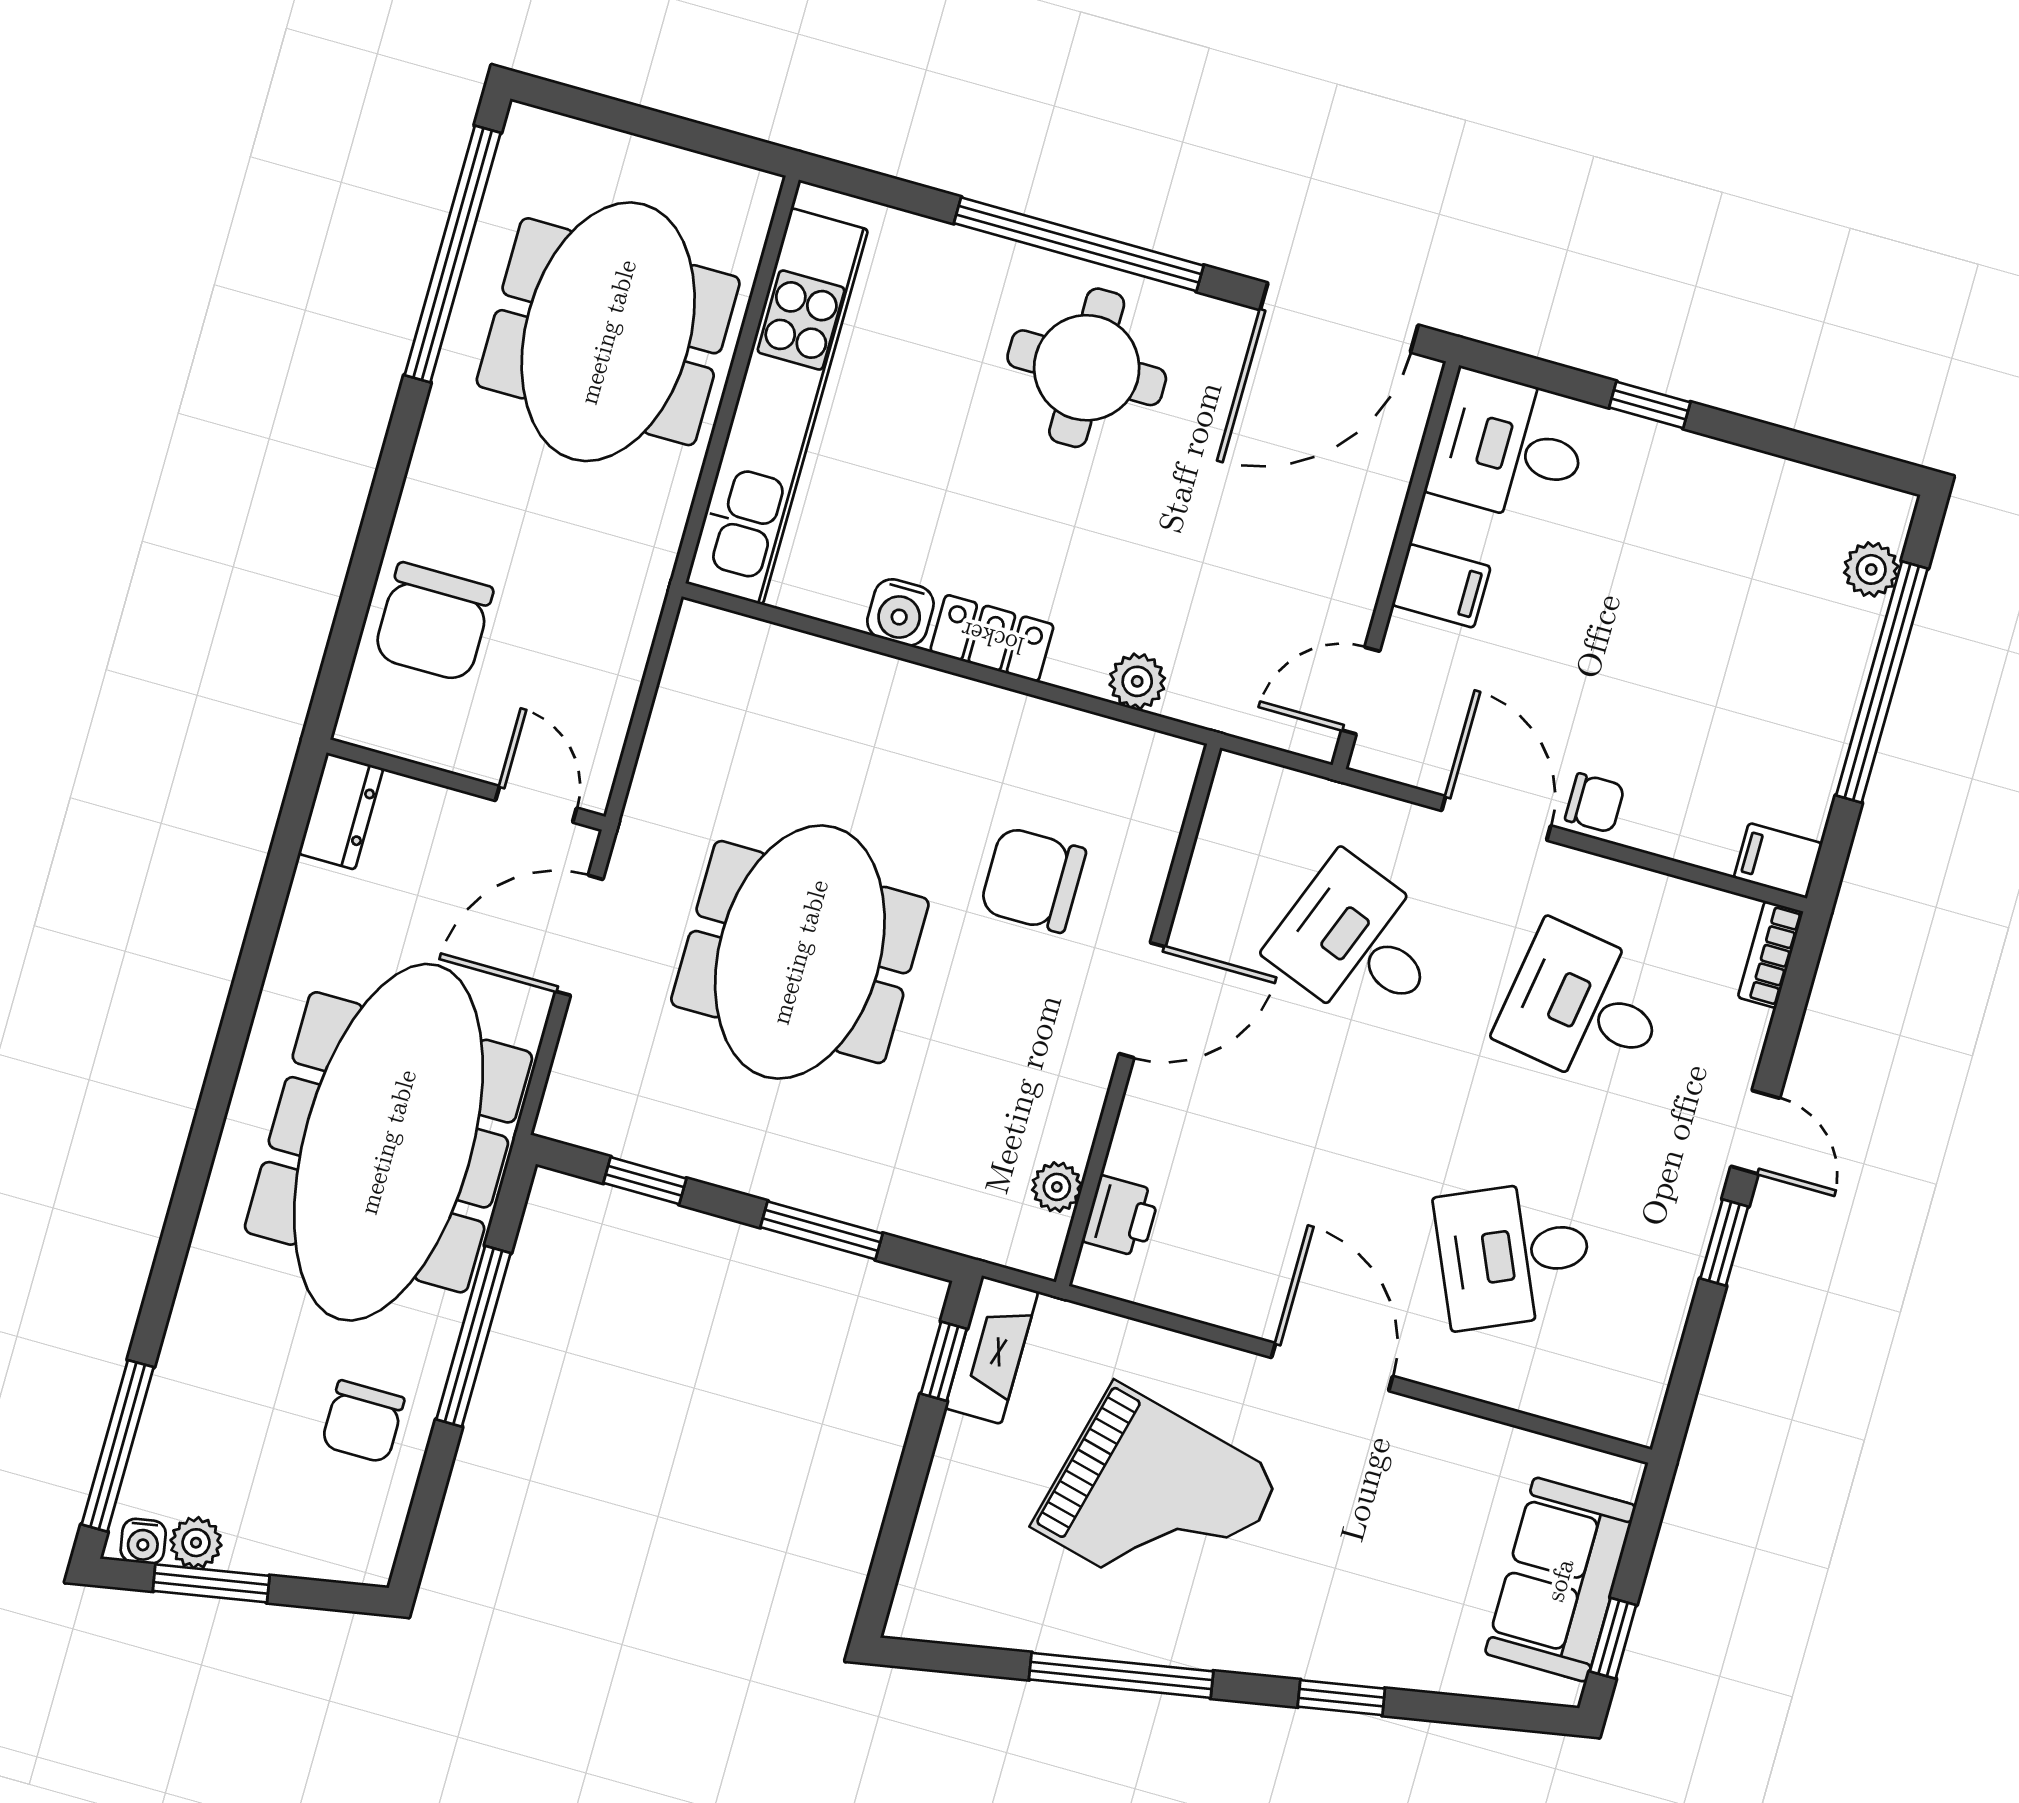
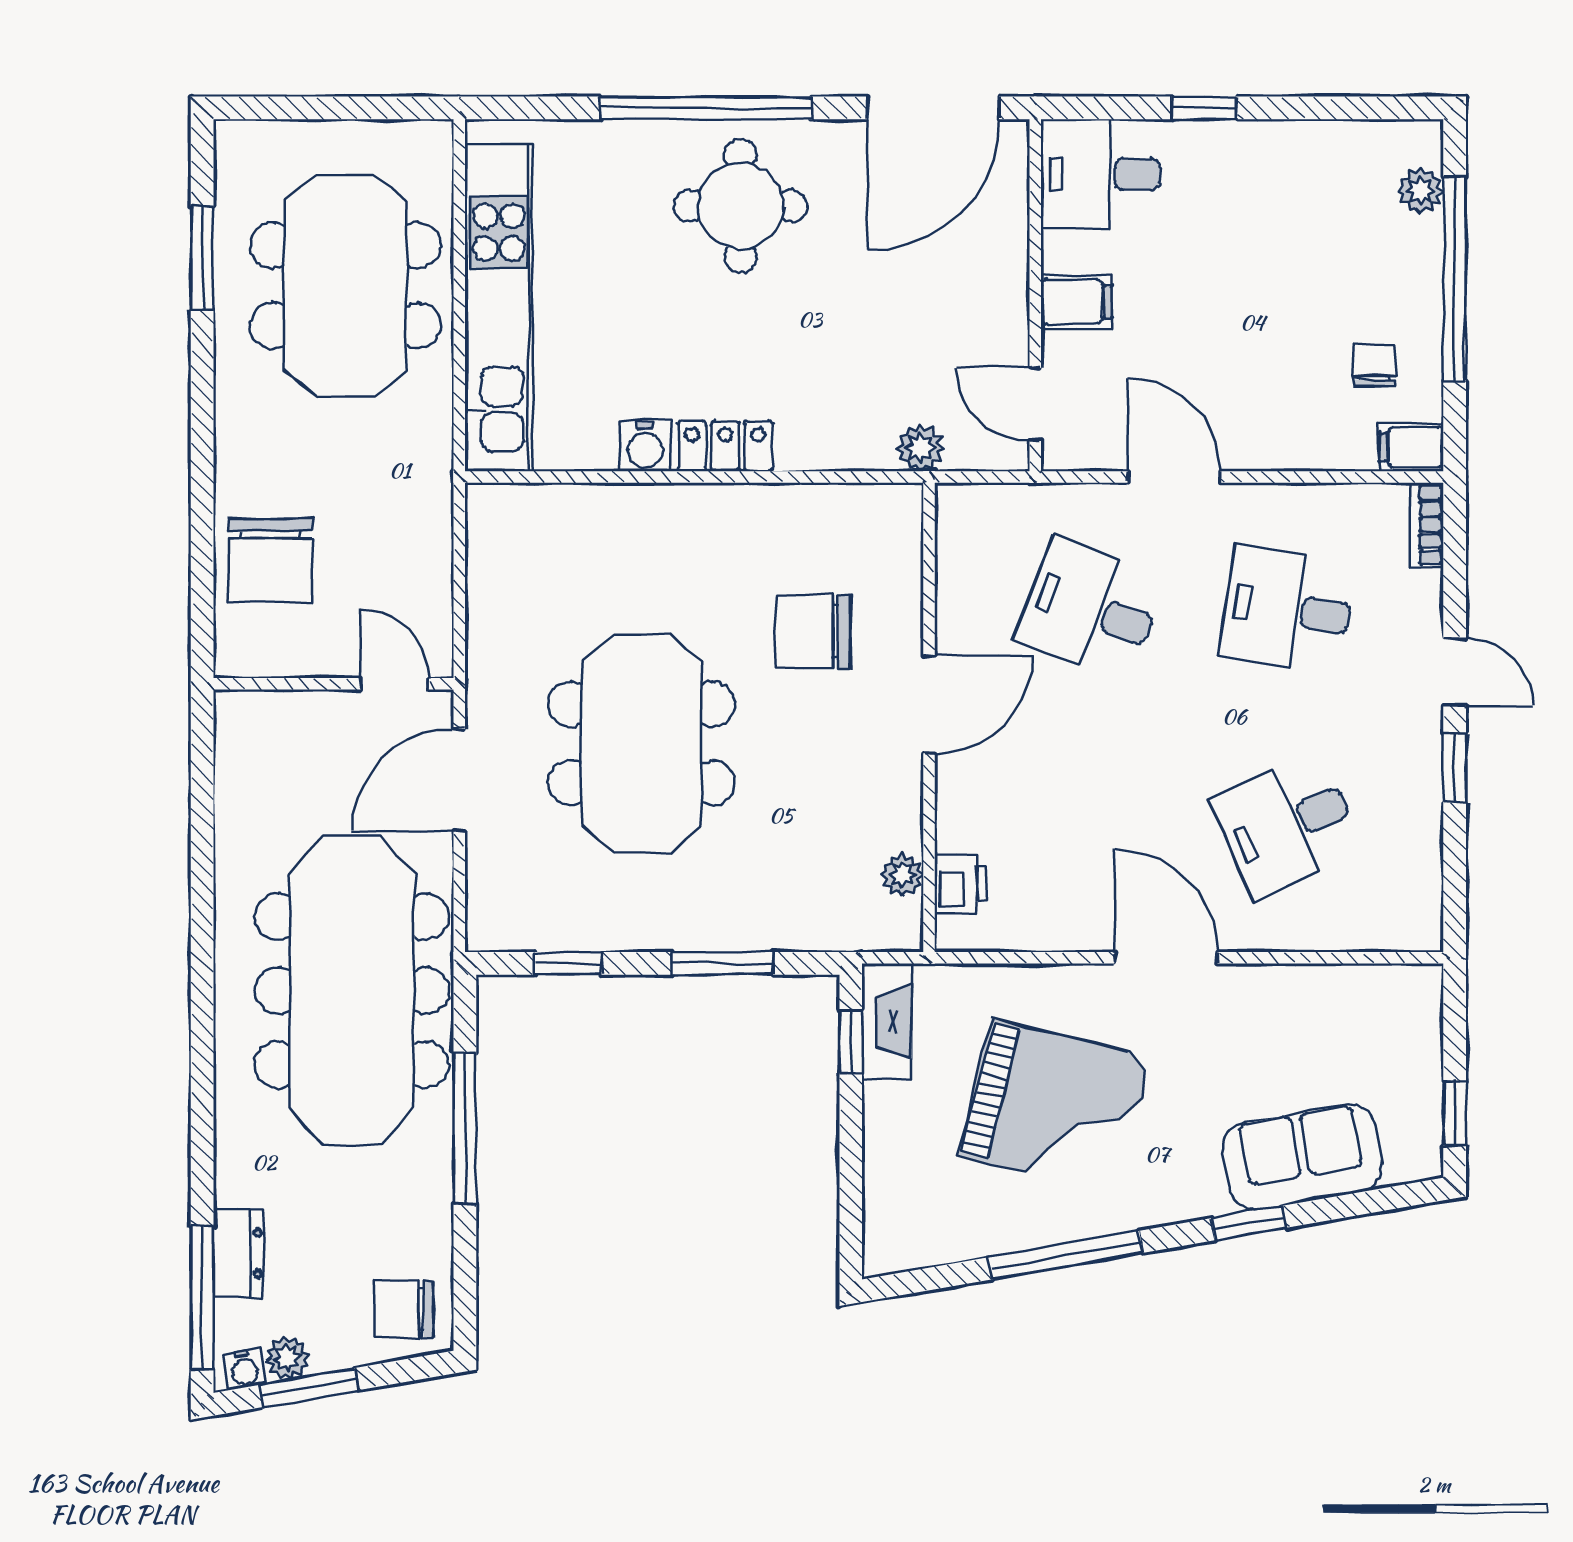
window: (453, 254) -> (202, 258), width x0.47
plant: (1137, 681) -> (920, 448), moved
door: (1361, 691) -> (1035, 405), hinge flipped
chair: (1595, 803) -> (1374, 365), moved, turned -90
dresser: (341, 811) -> (238, 1253), moved
chair: (363, 1422) -> (404, 1309), moved, turned 90
sofa: (1560, 1580) -> (1302, 1157), moved, turned 80

